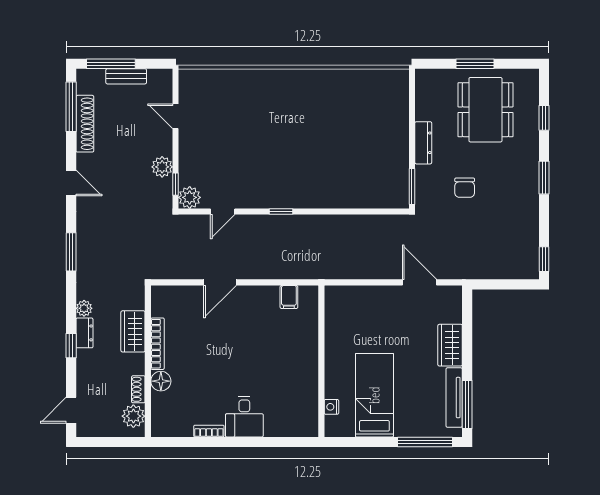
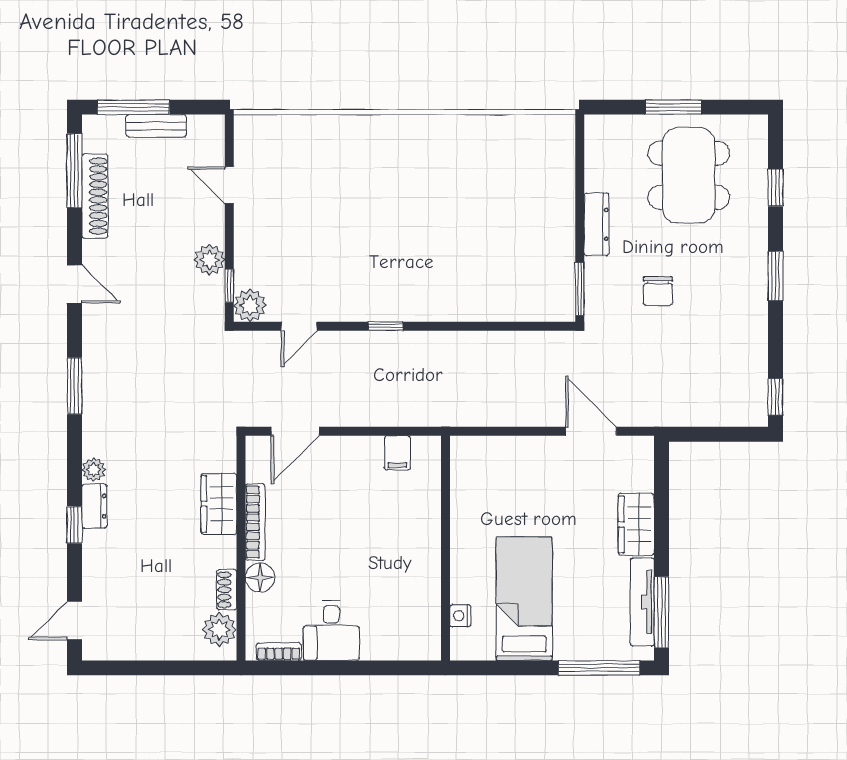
wardrobe: (133, 331) -> (219, 504), moved
bookcase: (158, 344) -> (255, 522), moved
wall: (148, 361) -> (241, 548), moved
floor lamp: (161, 381) -> (260, 578), moved
shoe rack: (138, 389) -> (227, 590), moved
plant: (133, 416) -> (220, 629), moved

